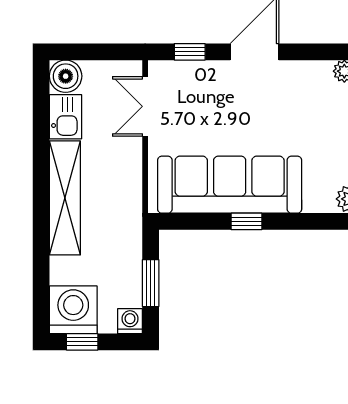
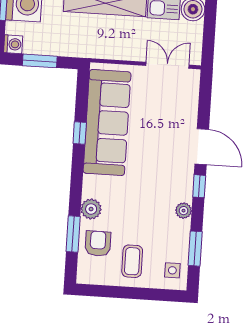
window: (190, 52) -> (199, 186), moved

